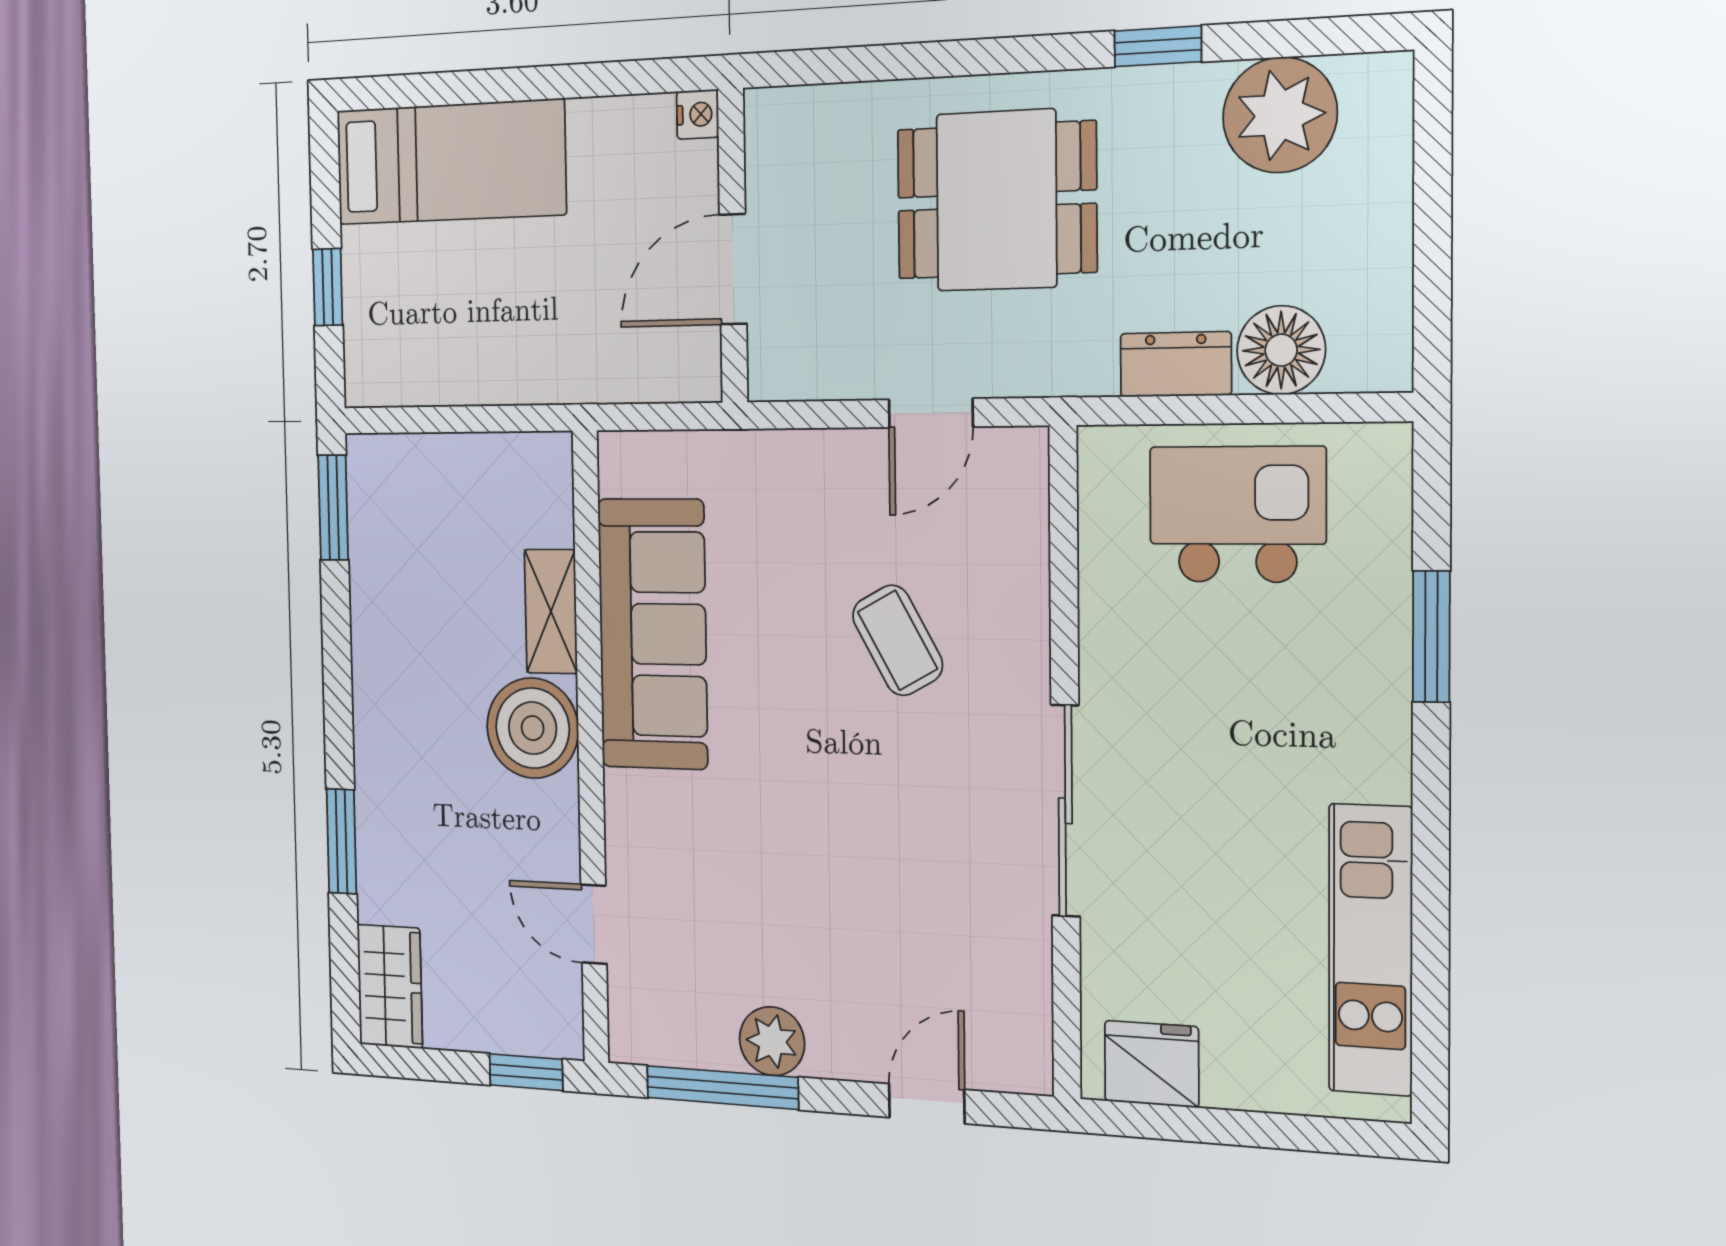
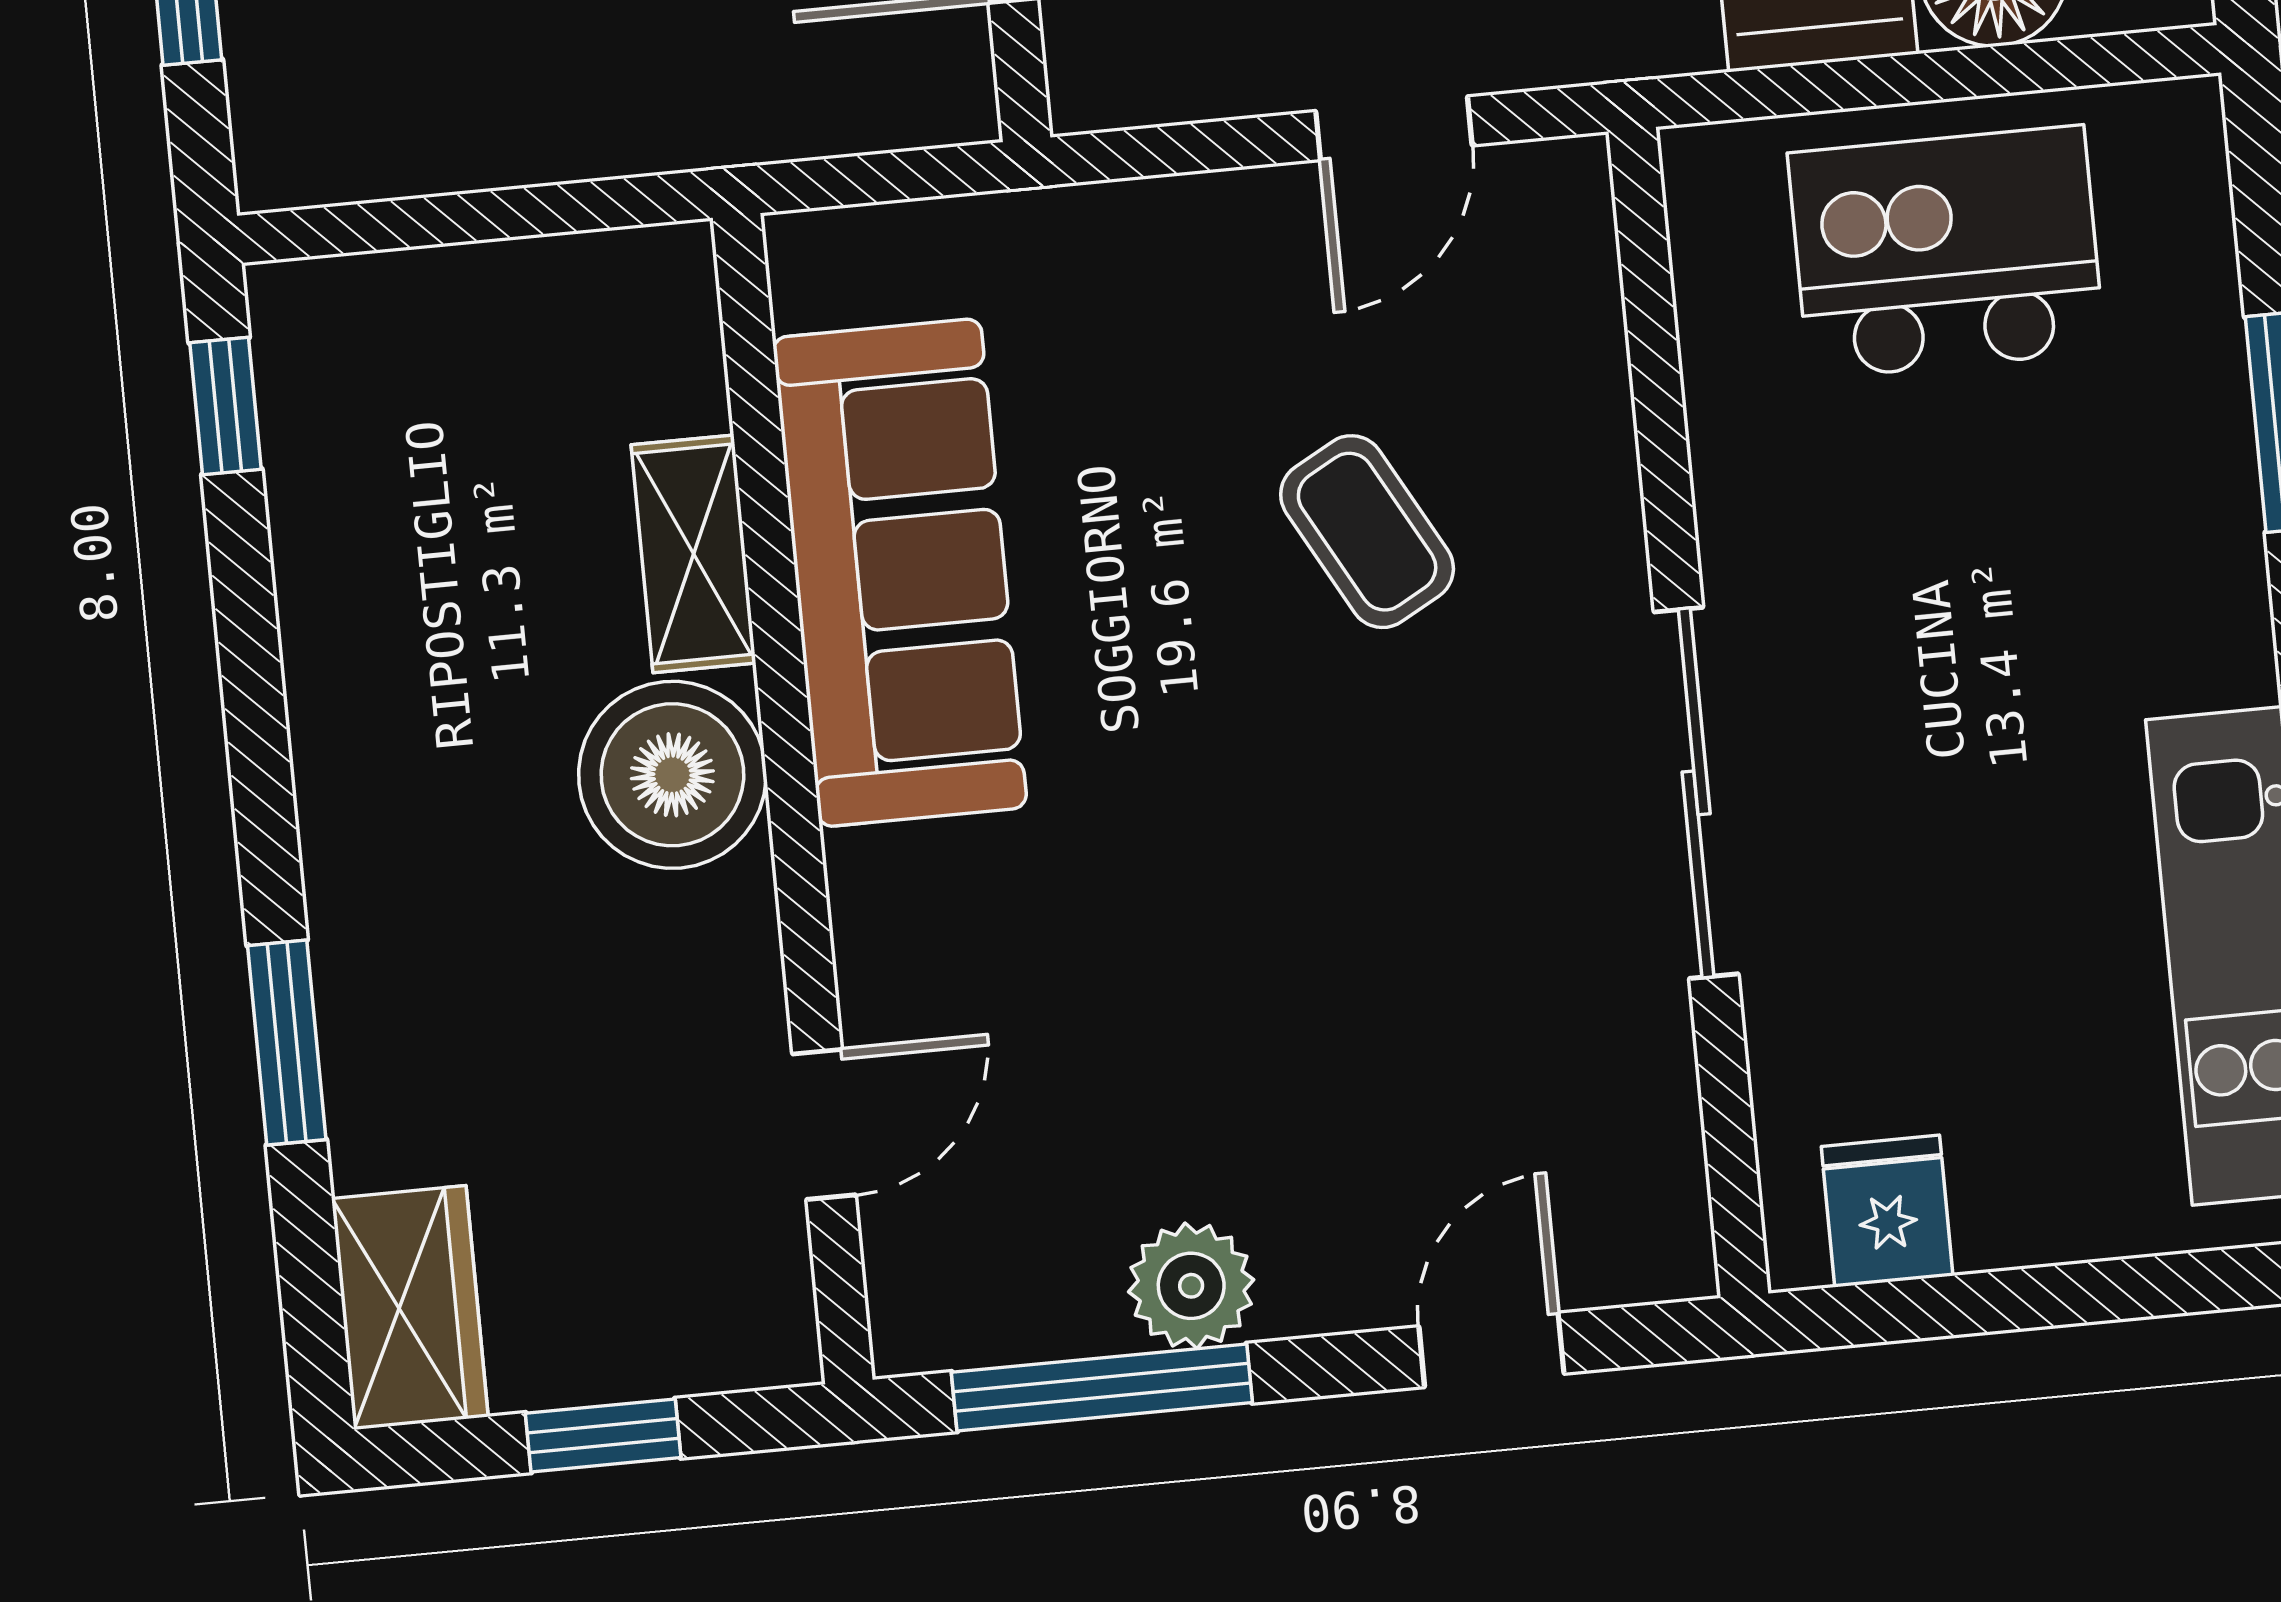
window: (333, 508) -> (226, 406), width x0.67
door: (594, 924) -> (824, 1124), swing flipped
fridge: (1152, 1064) -> (1887, 1211), width x0.72
window: (526, 1072) -> (603, 1435), moved

